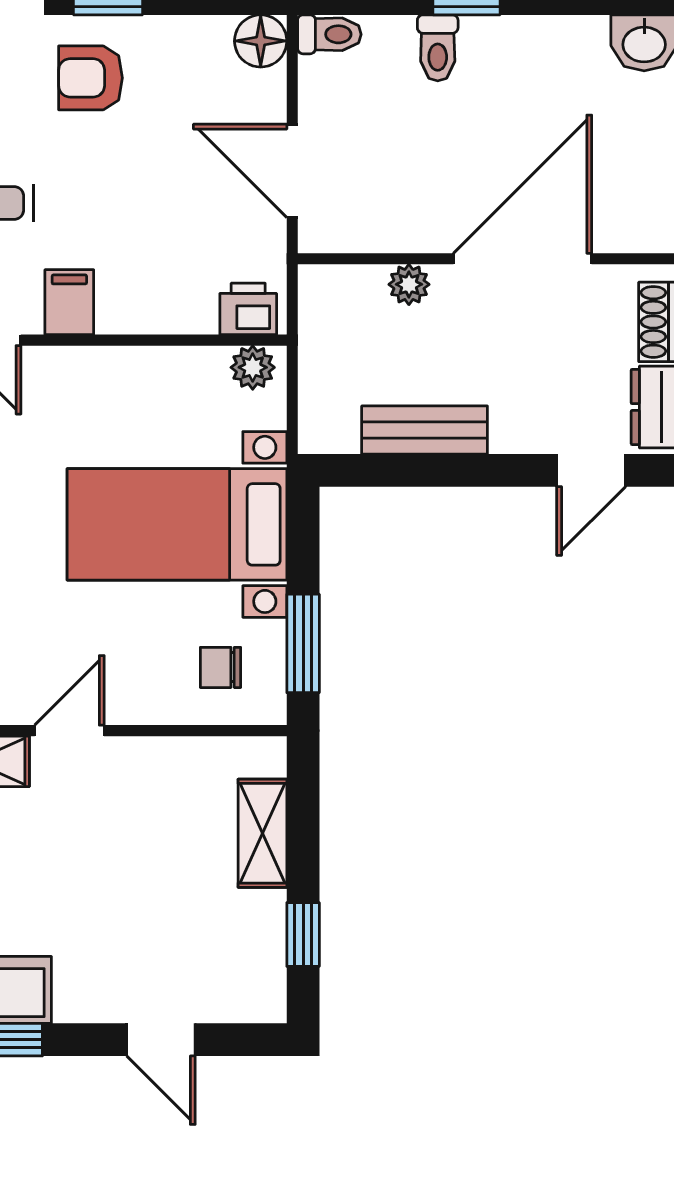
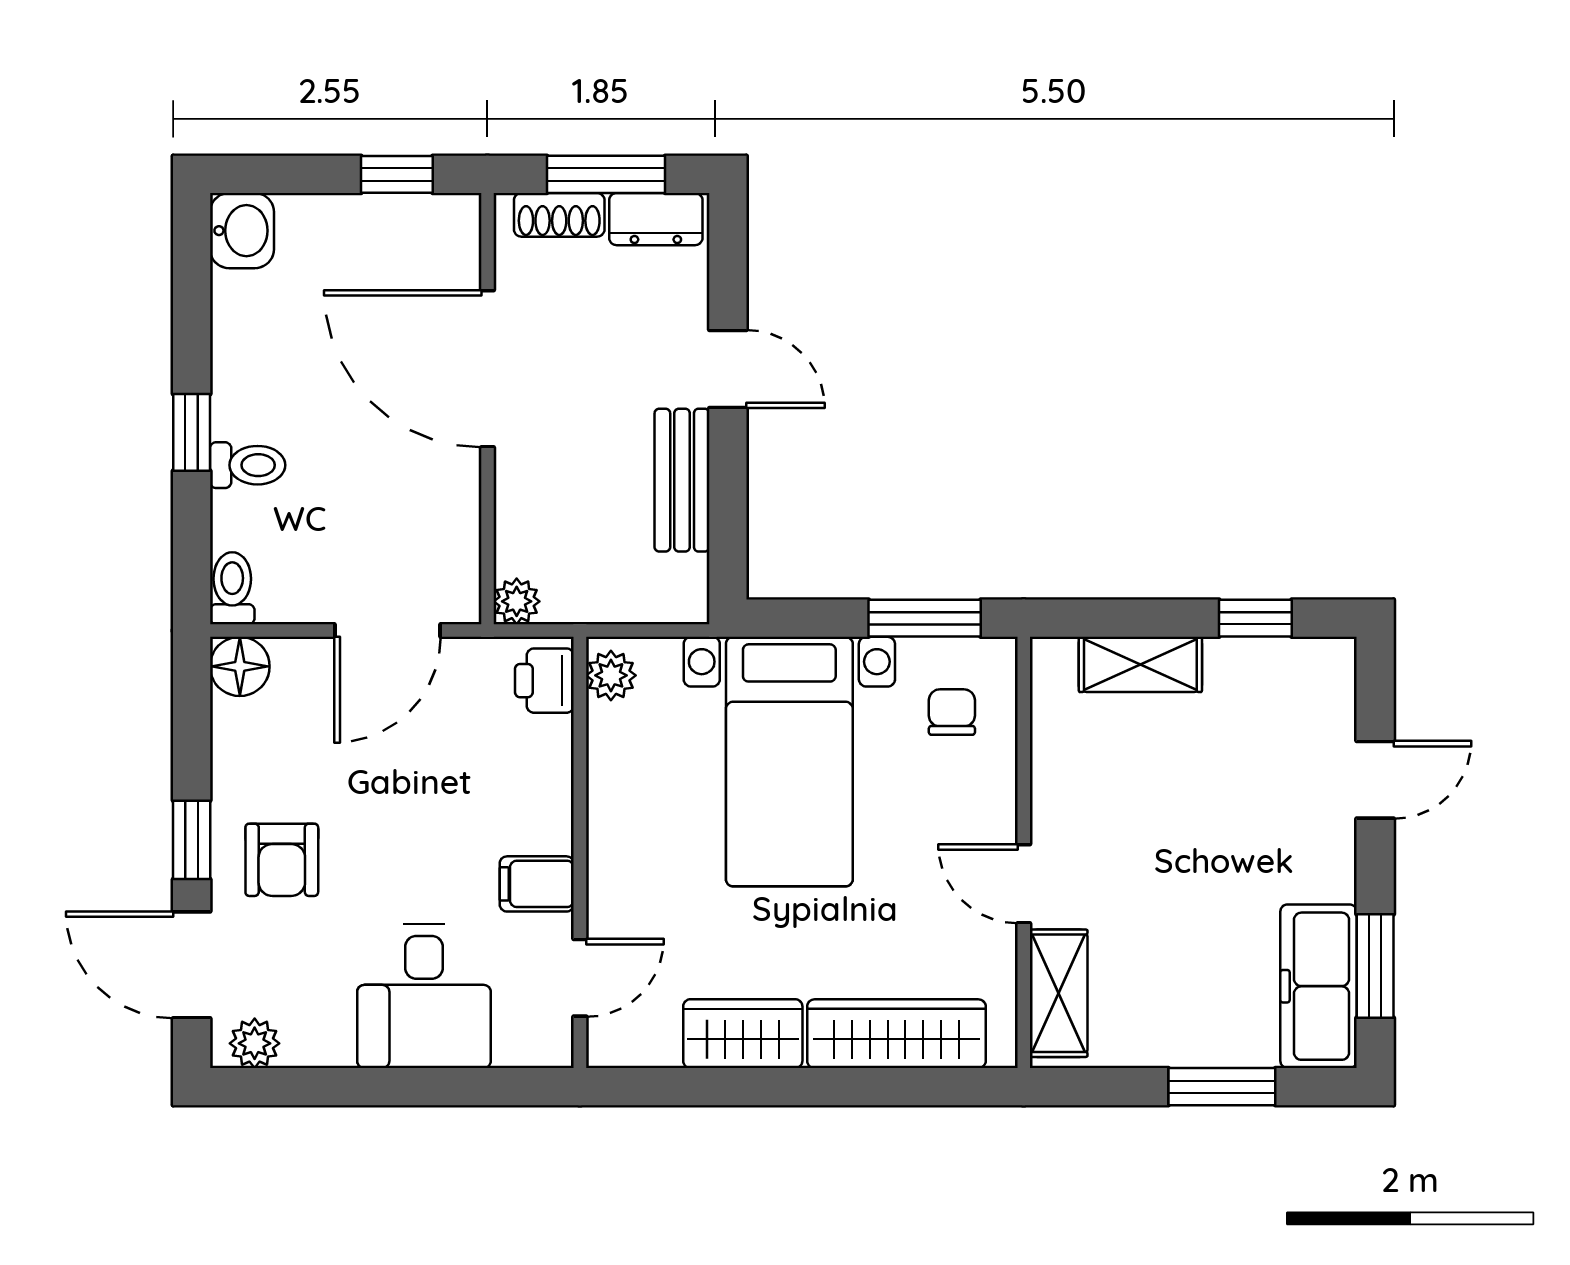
plant: (409, 284) -> (517, 601), moved
door: (591, 470) -> (728, 369), moved
chair: (220, 667) -> (952, 712), turned 180

